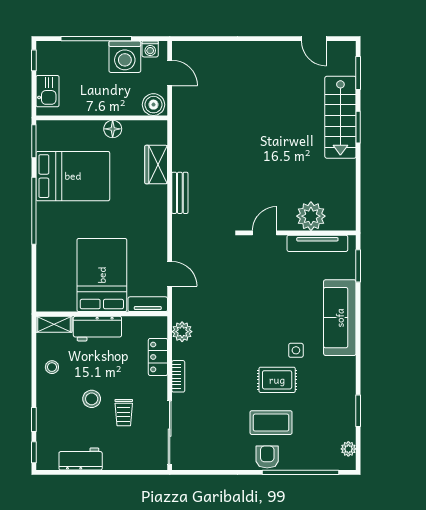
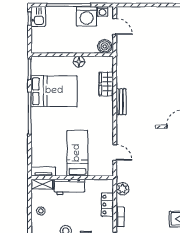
kitchen sink: (48, 91) -> (38, 16), moved
bed: (102, 275) -> (77, 153), width x0.67
tv unit: (148, 304) -> (43, 172), moved

